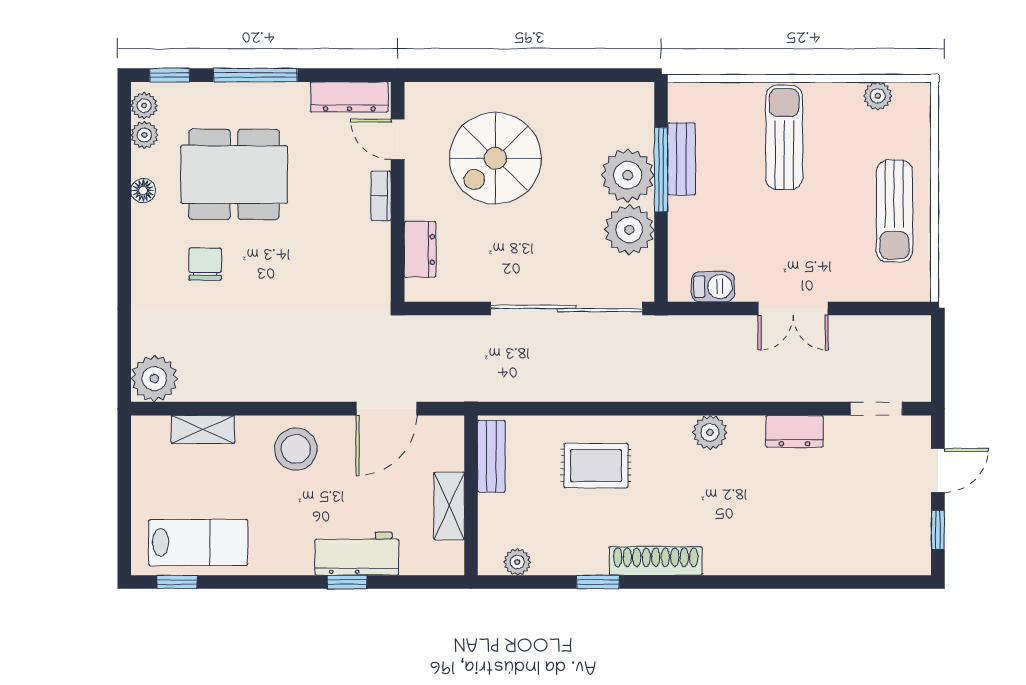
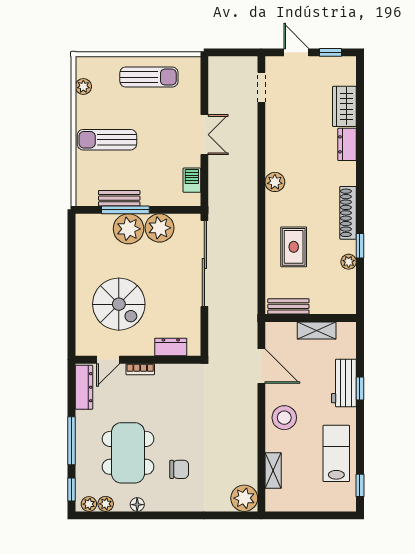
chair: (205, 264) -> (179, 469), turned 180
dresser: (795, 431) -> (347, 144), moved, turned 180
lab bench: (198, 542) -> (336, 453), moved
wardrobe: (843, 555) -> (344, 106), added
plant: (517, 562) -> (349, 262), moved

